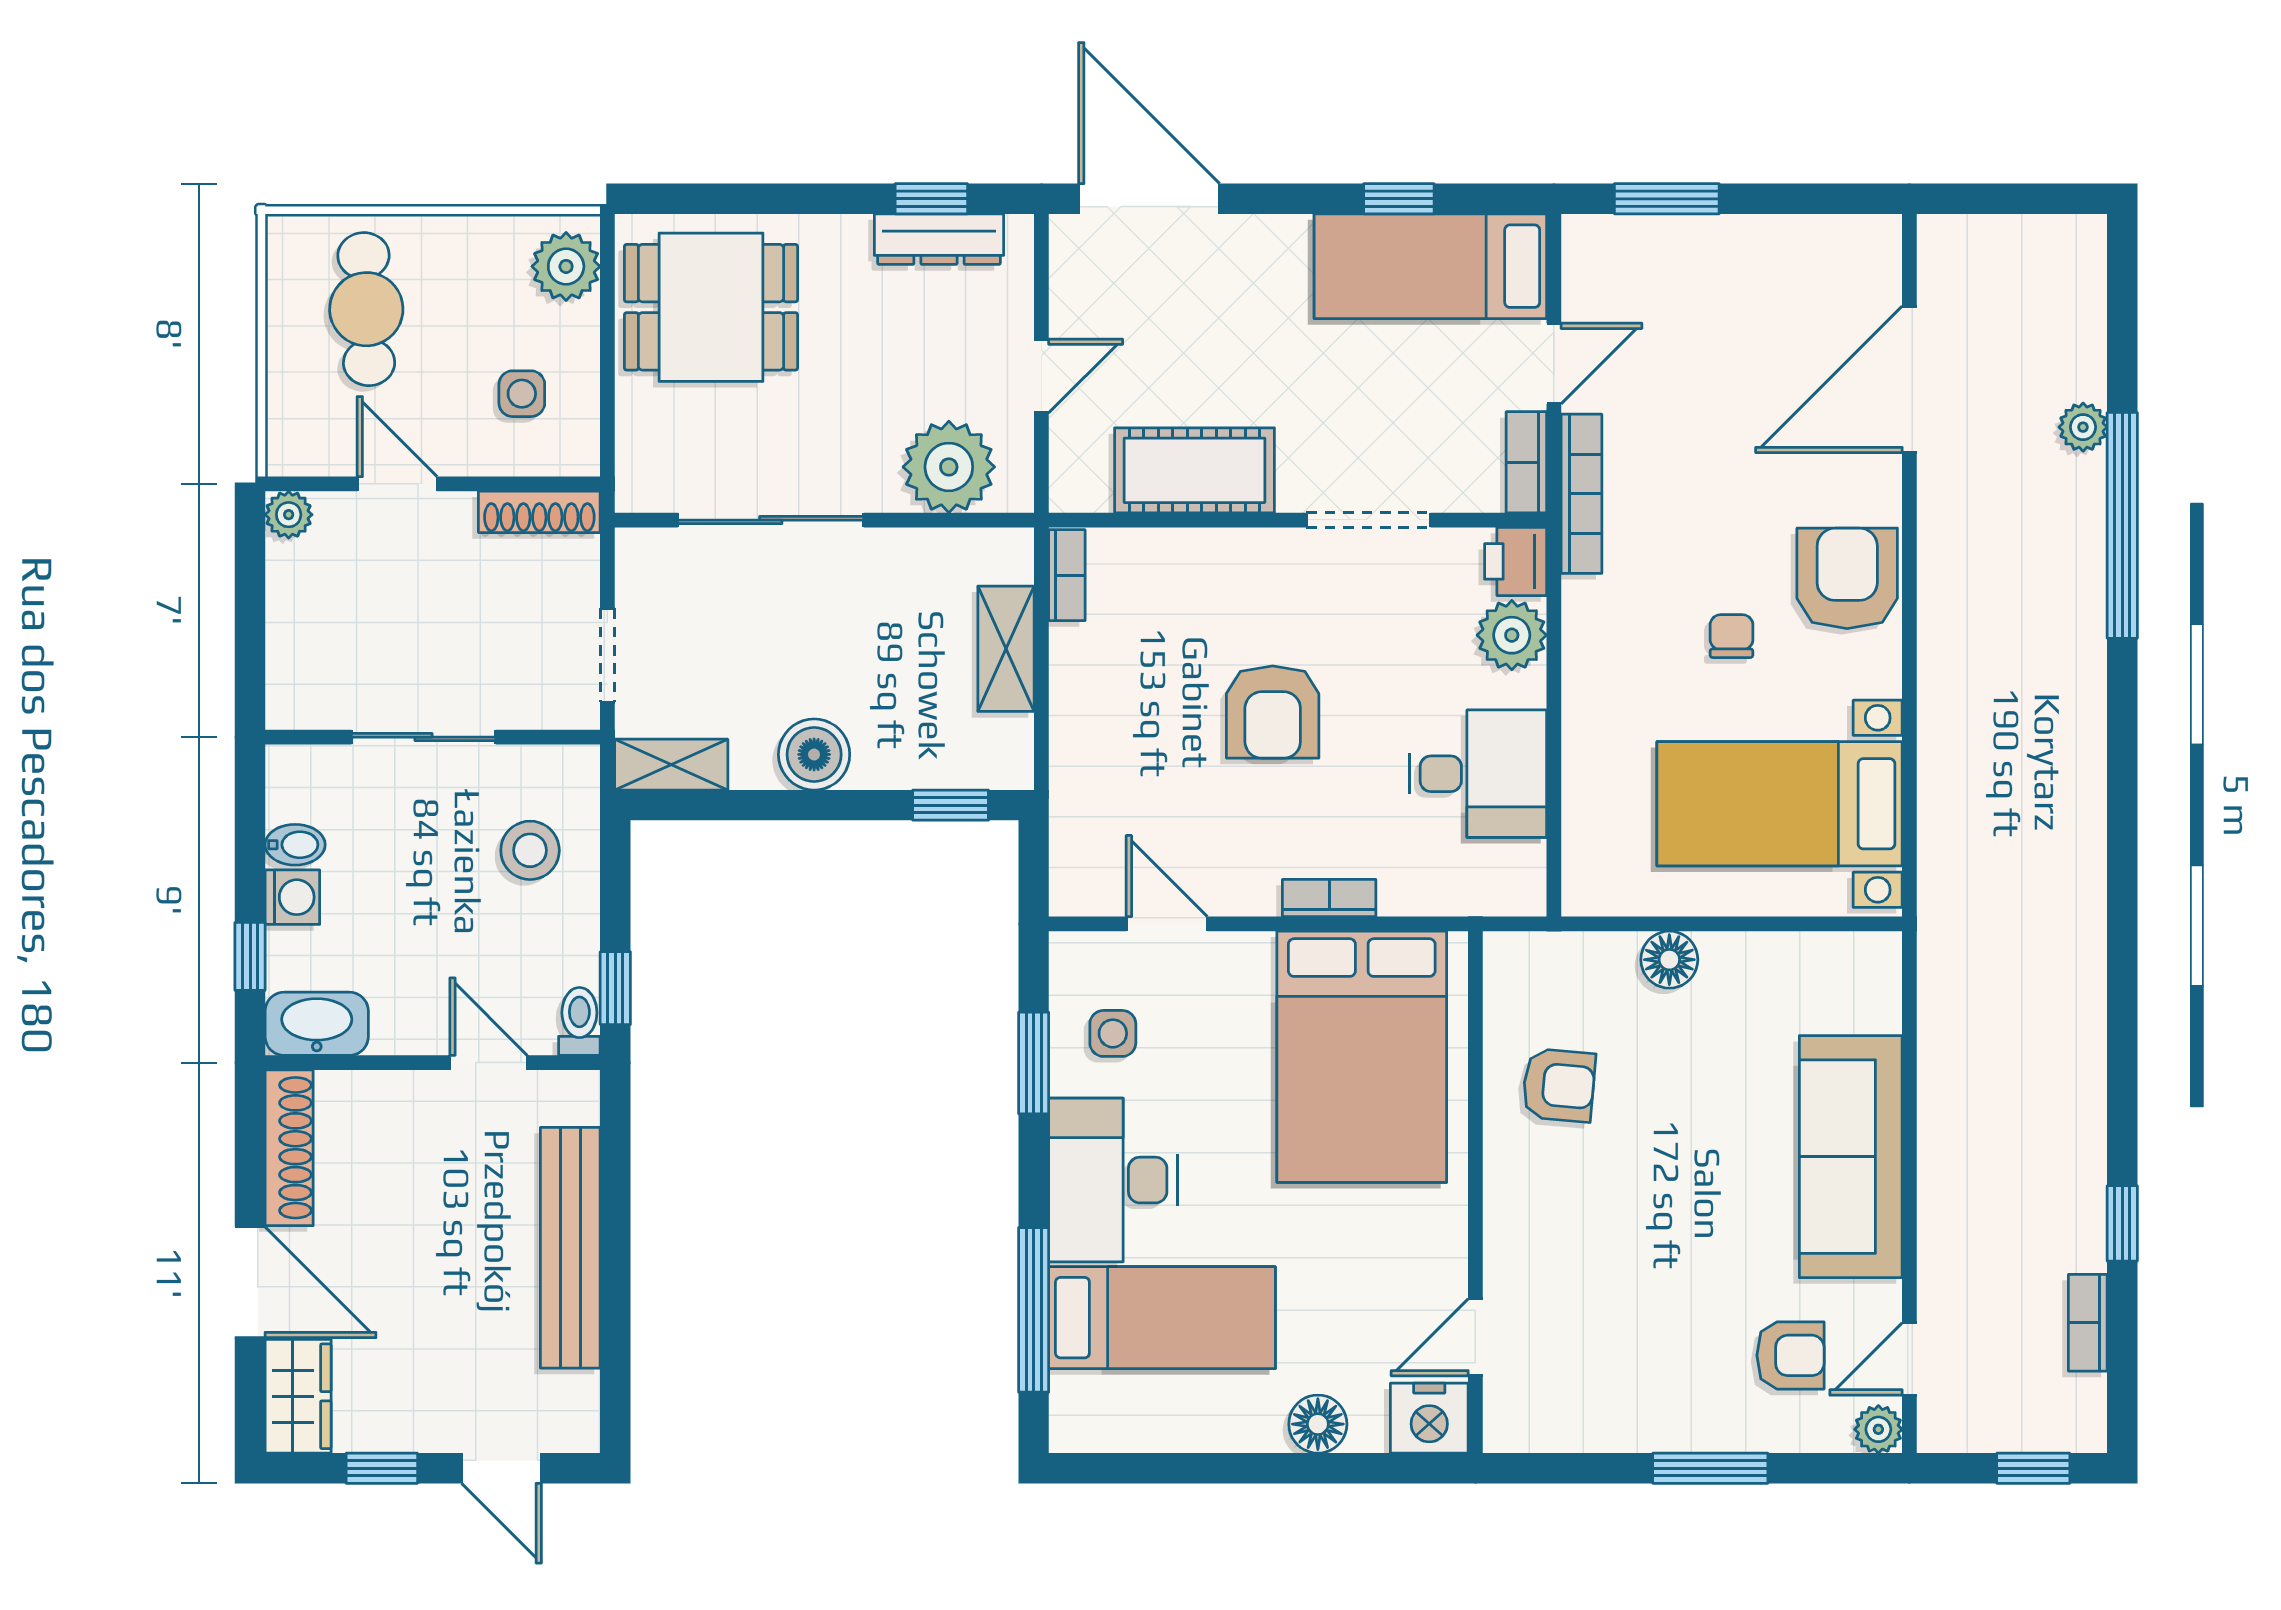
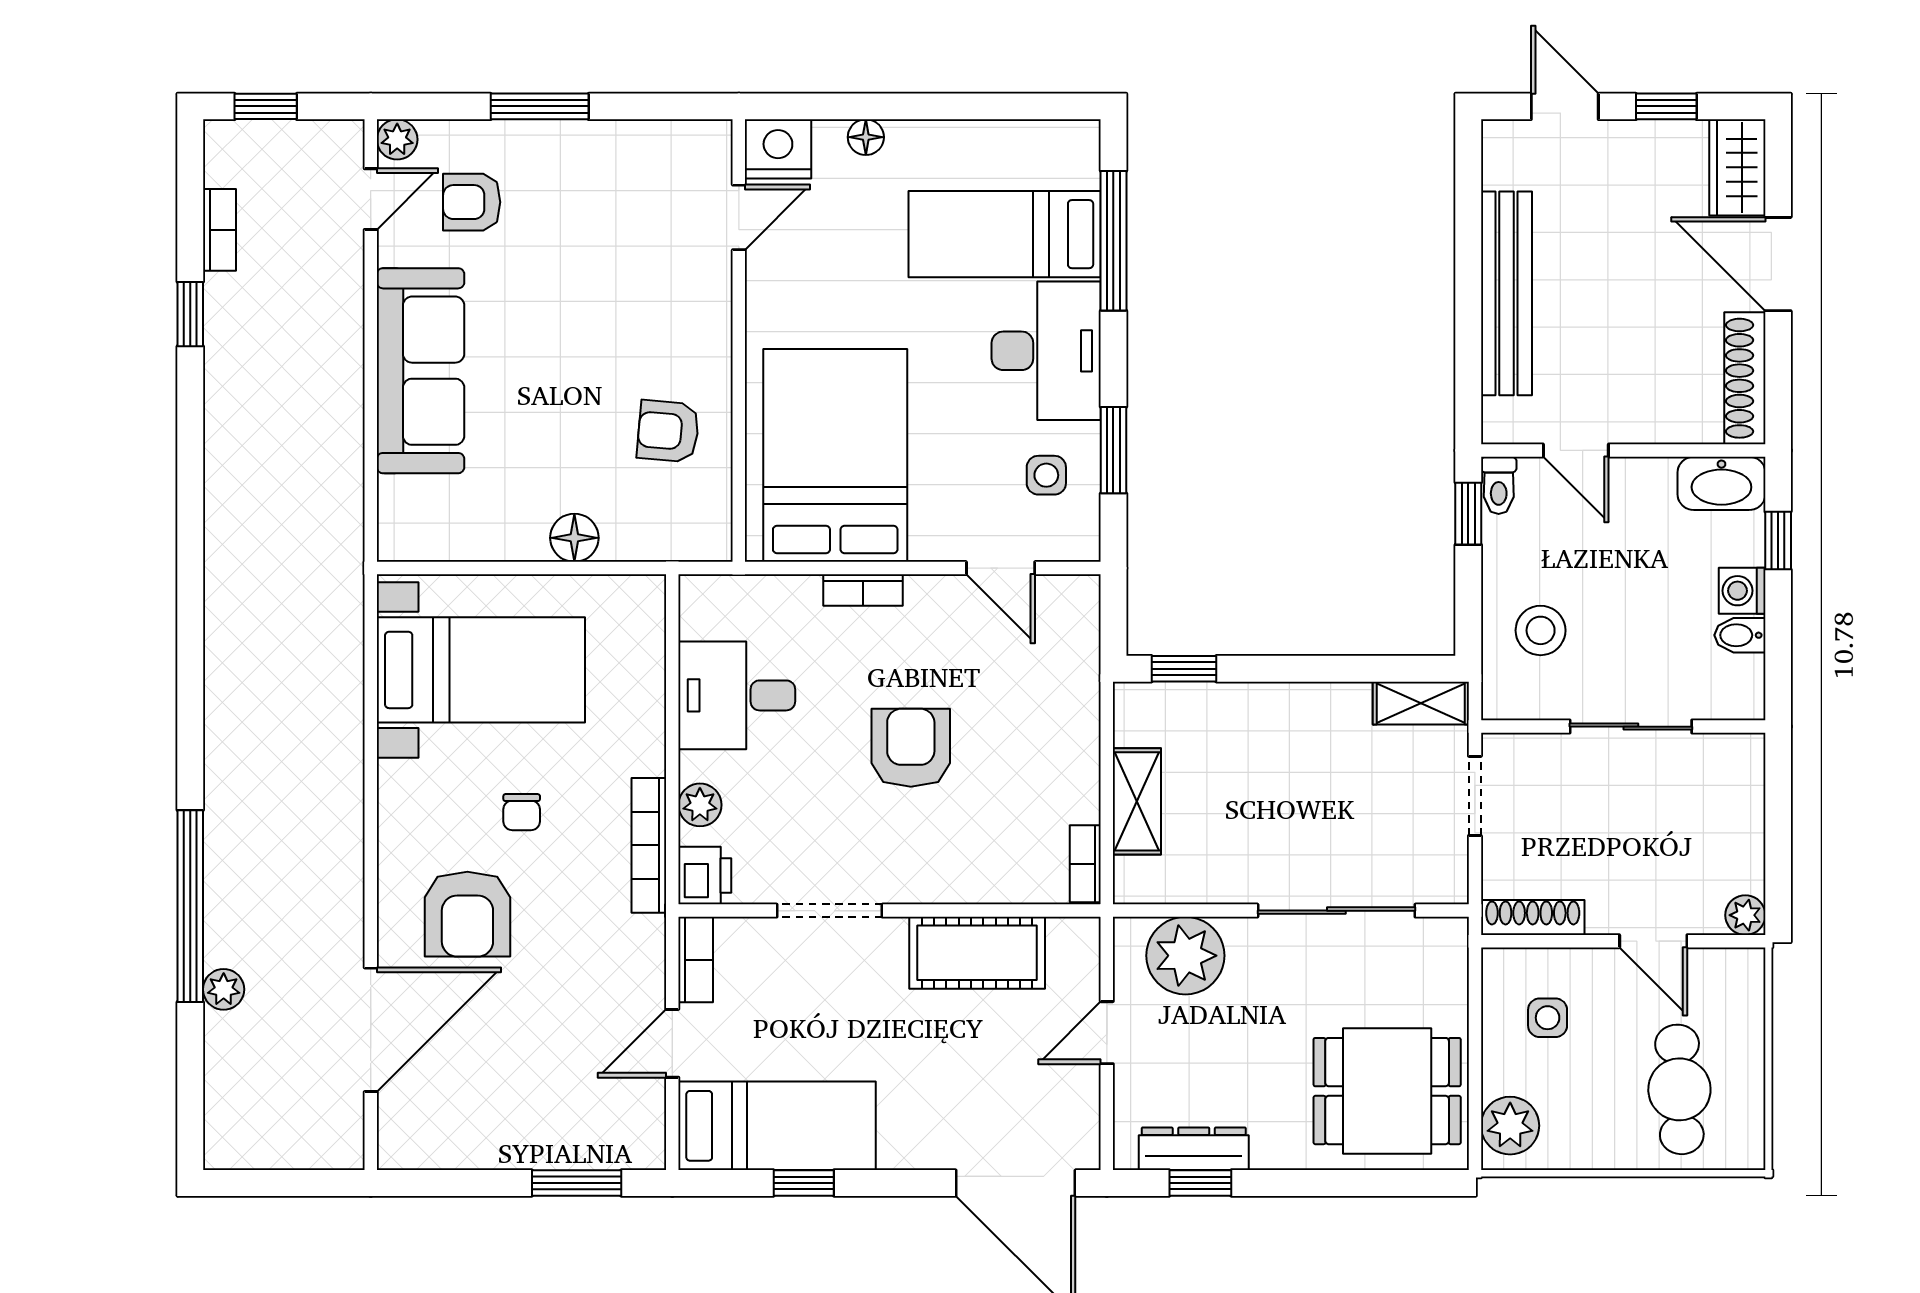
bookcase: (1581, 494) -> (649, 845), moved
armchair: (1847, 578) -> (467, 914), moved
plant: (1512, 635) -> (700, 805), width x0.73, depth x0.73
boiler: (814, 754) -> (1300, 712), removed
floor lamp: (1318, 1424) -> (866, 137), width x0.73, depth x0.73

